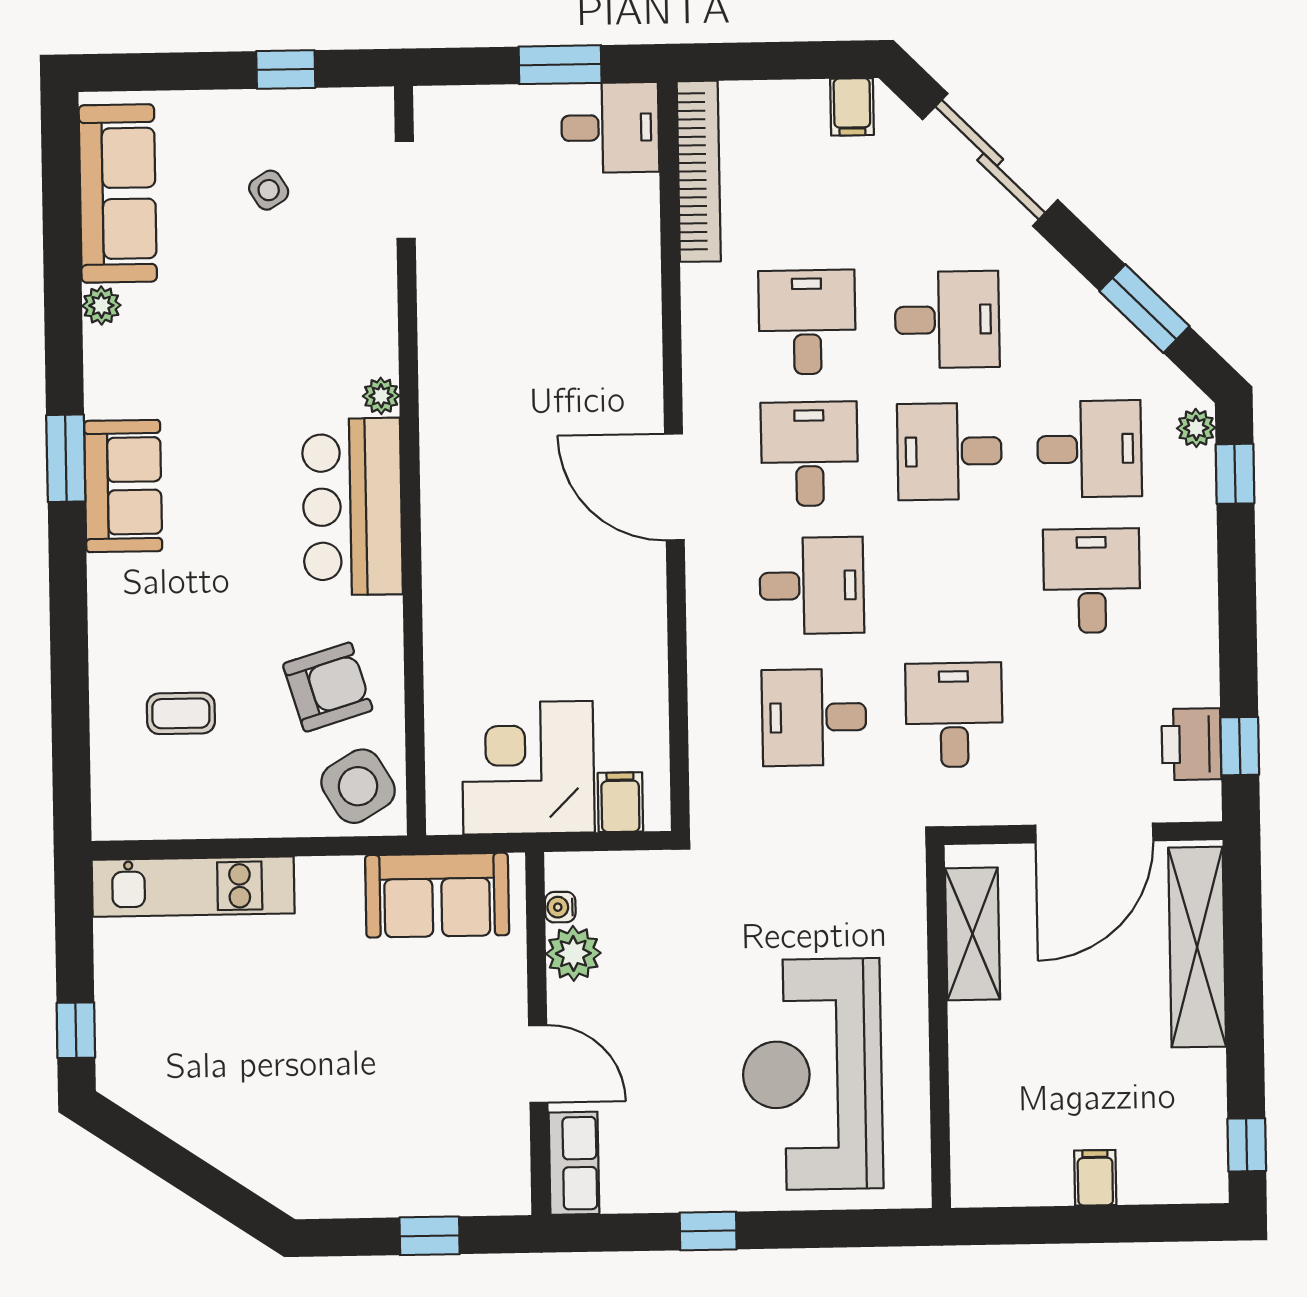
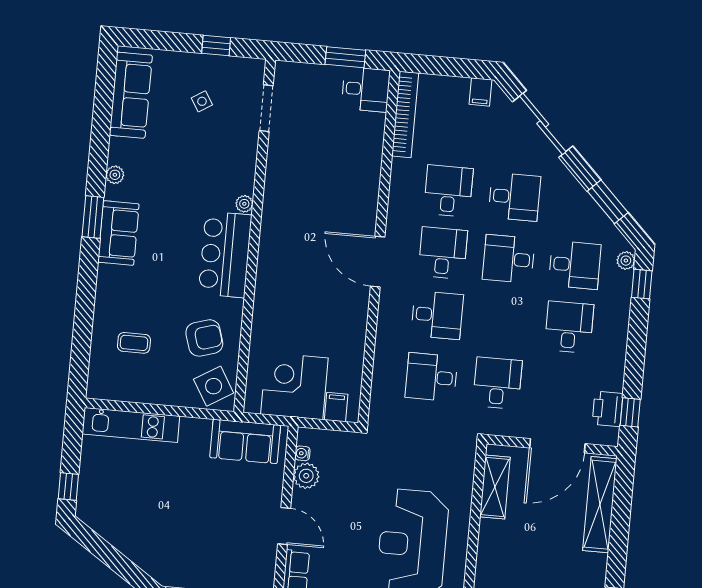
plant: (101, 306) -> (115, 175), moved

